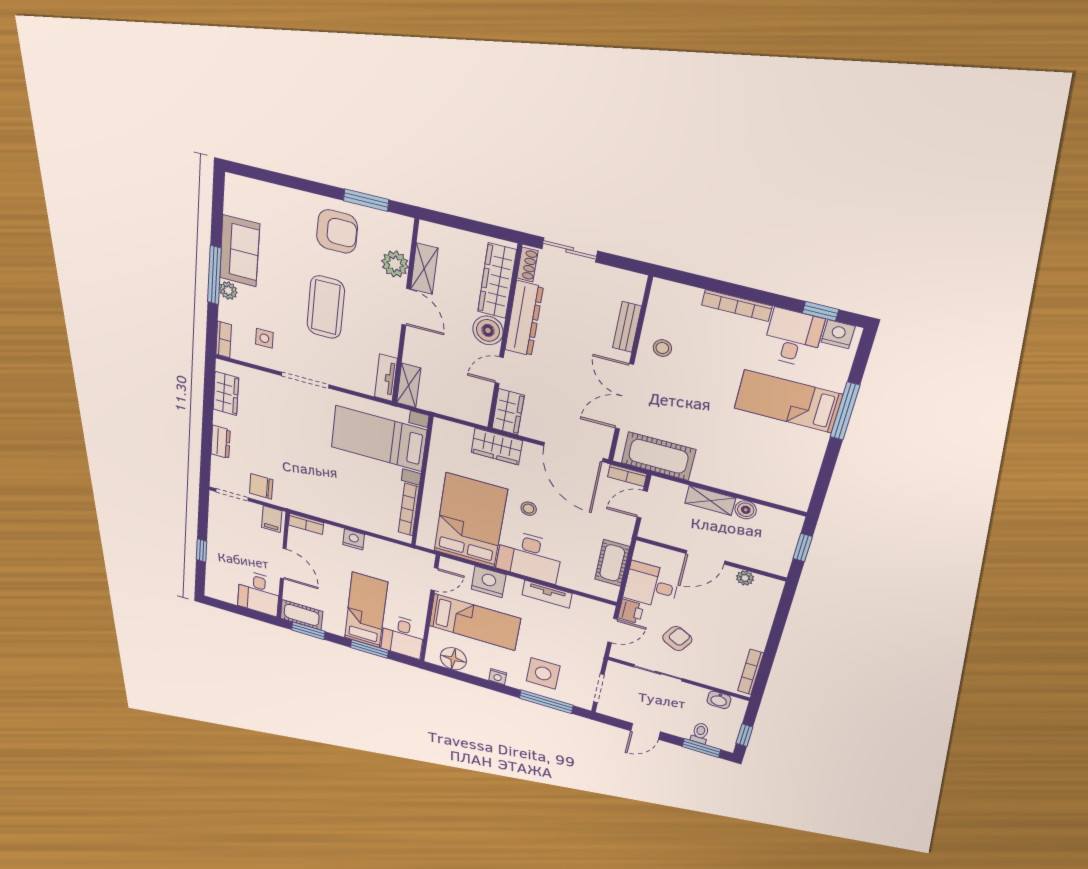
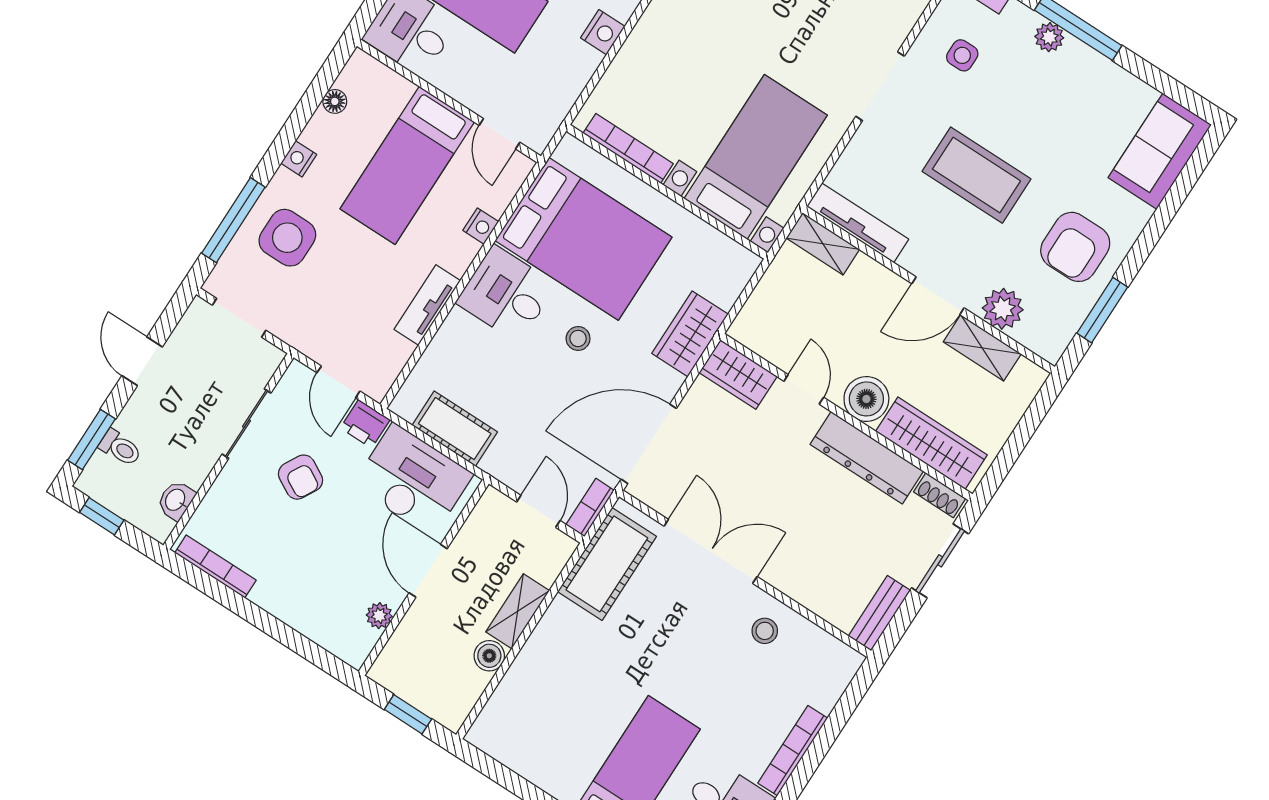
sofa: (240, 251) -> (1160, 151), moved, turned 90
bench: (627, 327) -> (879, 613), moved, turned 90
tv unit: (386, 378) -> (858, 223), width x1.41
desk: (529, 556) -> (506, 294), width x0.73
nightstand: (489, 582) -> (481, 226), width x0.53, depth x0.56
desk: (651, 585) -> (413, 480), width x1.37
floor lamp: (453, 659) -> (335, 101), width x0.53, depth x0.53

